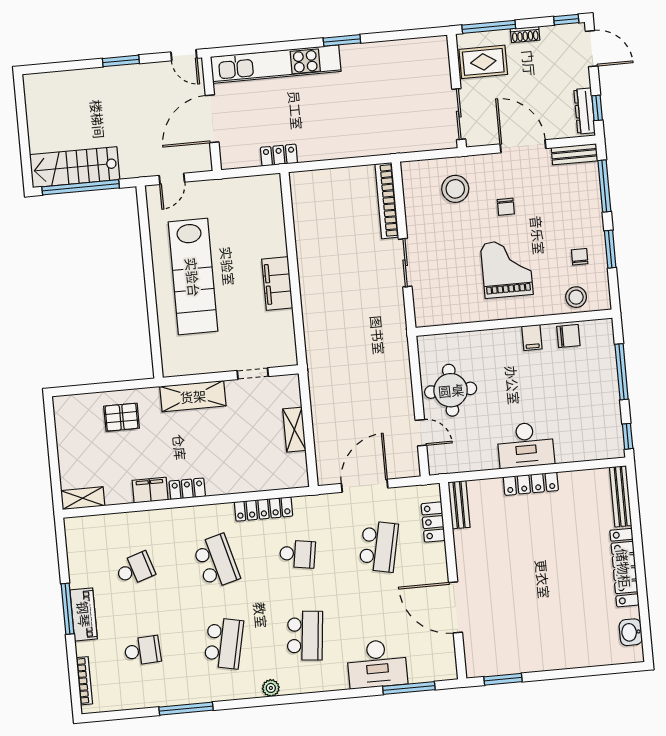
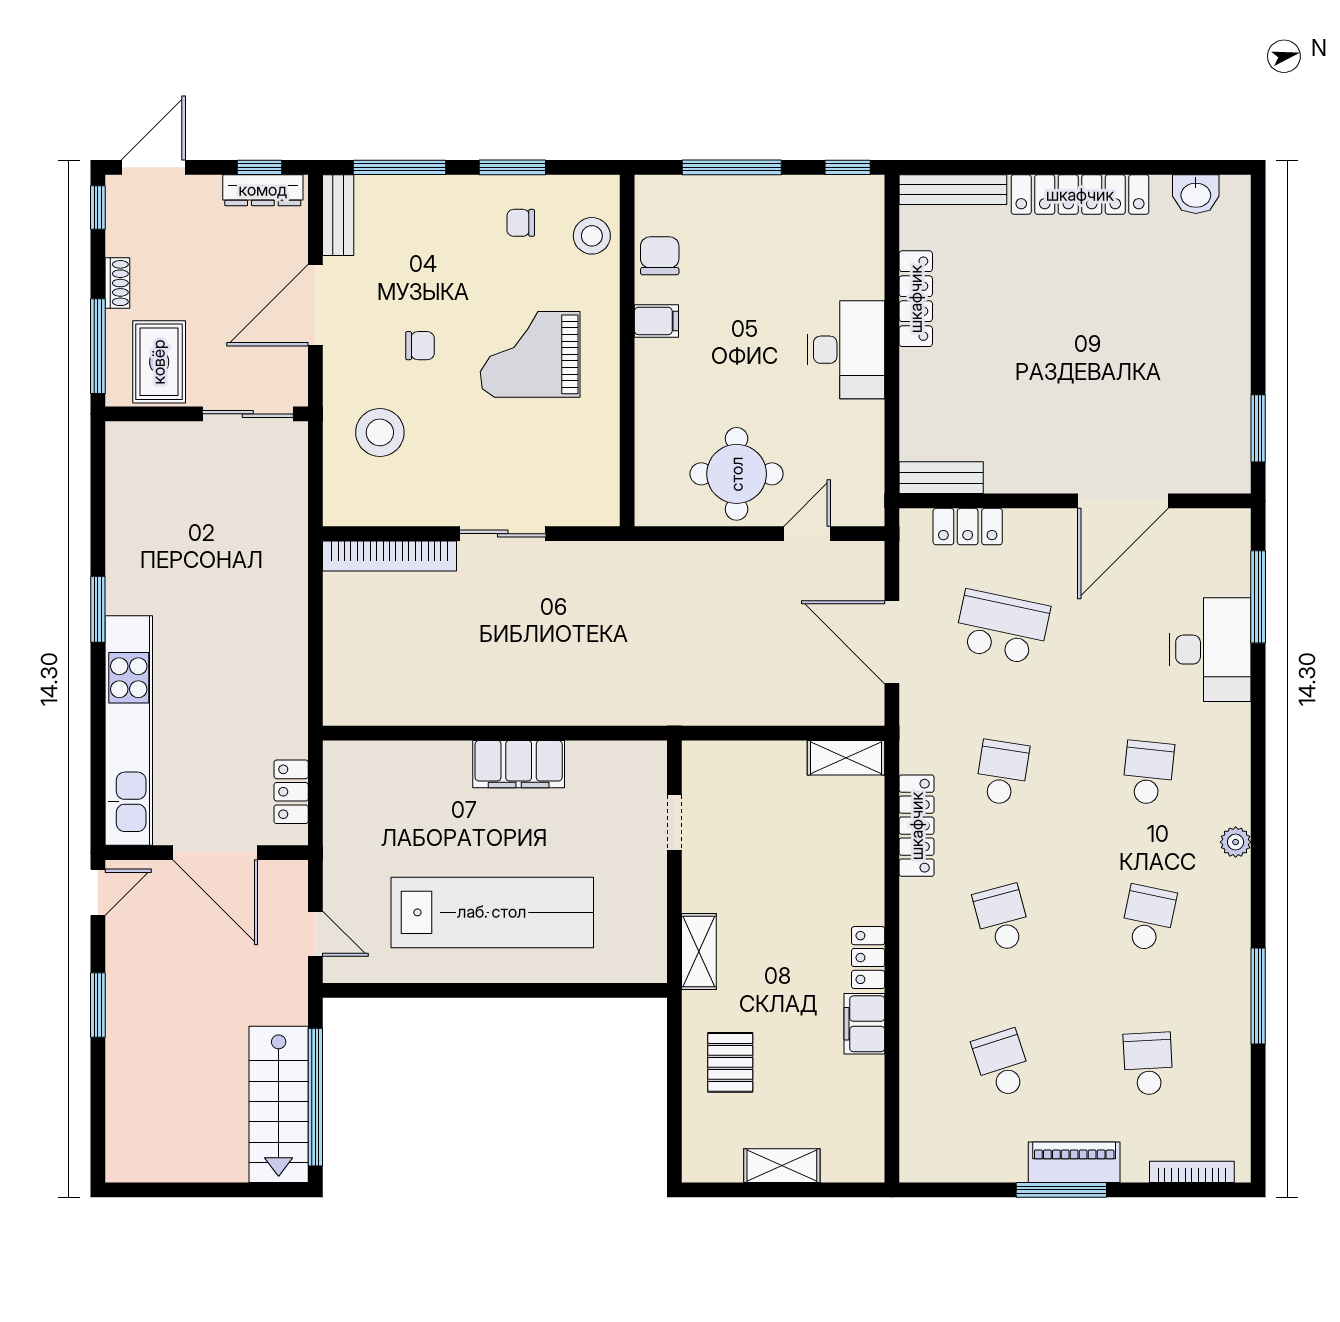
locker: (279, 155) -> (291, 792), moved
shelving: (193, 396) -> (699, 952), width x0.67, depth x0.75
shelving: (294, 430) -> (846, 758), moved
locker: (531, 484) -> (916, 299), moved
shelving: (83, 498) -> (782, 1166), moved, turned 90
school desk: (216, 562) -> (1002, 918), width x0.54
school desk: (305, 636) -> (1148, 773), width x0.54
school desk: (224, 643) -> (1148, 918), width x0.54

